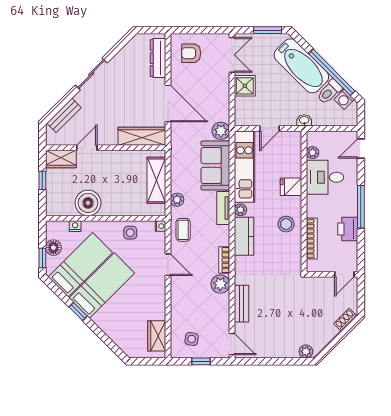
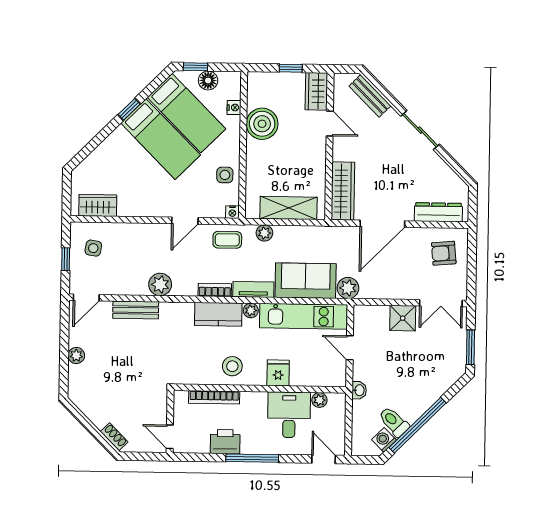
armchair: (191, 53) -> (444, 253), turned -95
bathtub: (301, 66) -> (426, 388), removed
bookcase: (224, 260) -> (215, 290), moved
plant: (306, 352) -> (76, 356), moved

